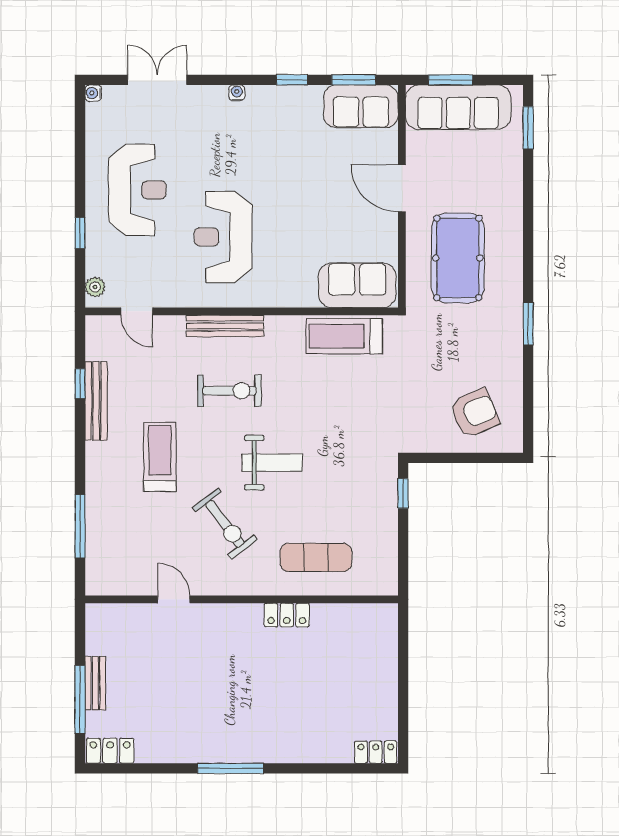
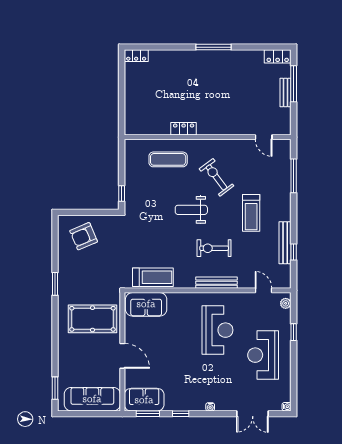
window: (450, 80) -> (96, 414), removed
pool table: (458, 258) -> (92, 319), turned 90
door: (174, 599) -> (264, 137), moved

